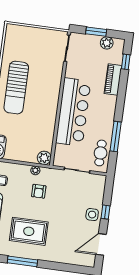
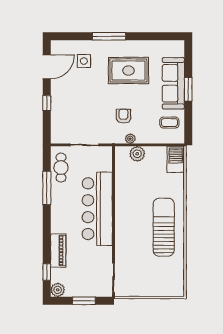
plant: (107, 43) -> (58, 290), moved
plant: (44, 158) -> (137, 154), moved
side table: (92, 215) -> (84, 61), moved
window: (22, 261) -> (109, 36), moved

